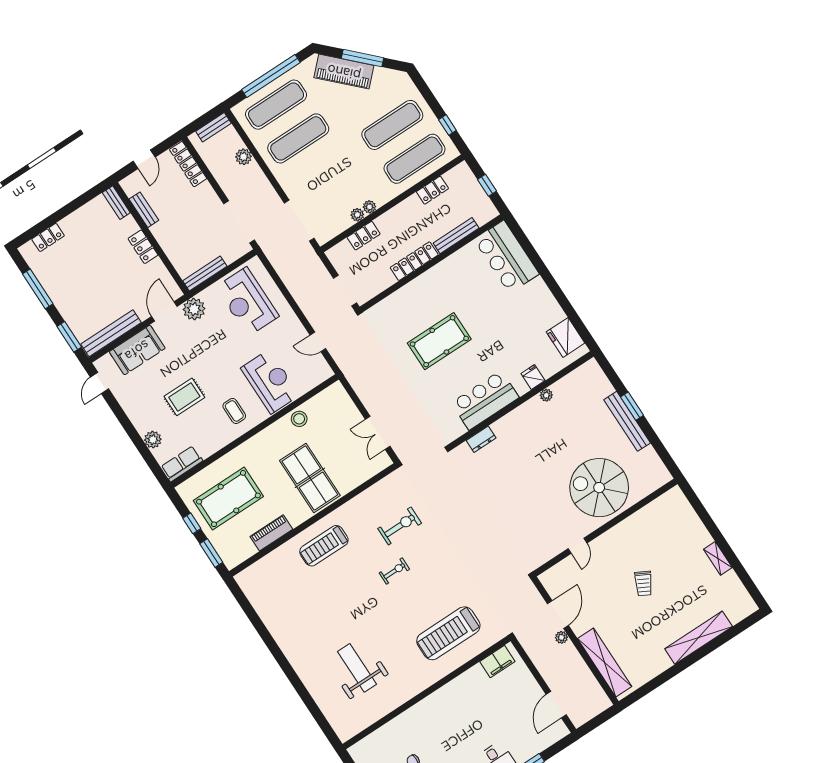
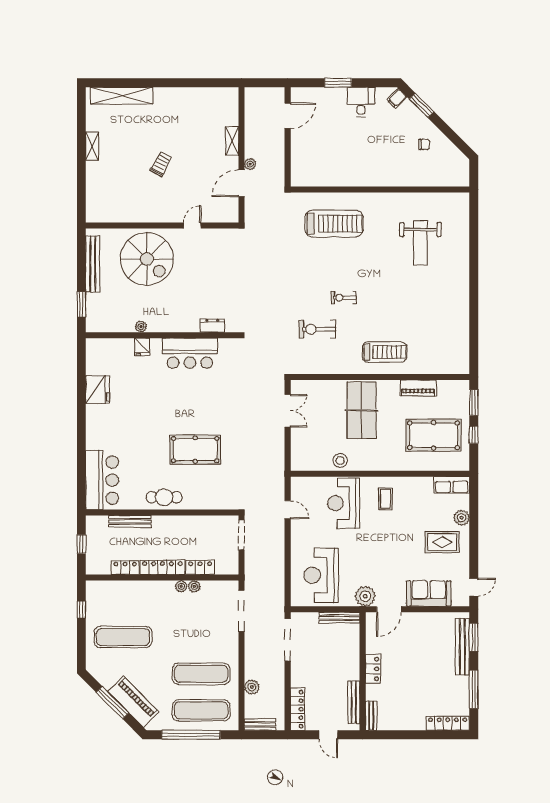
door: (144, 159) -> (328, 735), swing flipped
exercise mat: (415, 159) -> (123, 600), removed
bench: (144, 210) -> (354, 702), width x1.36
locker: (48, 237) -> (448, 723), width x1.53
locker: (414, 261) -> (162, 567), moved, turned 180
cafe table: (439, 278) -> (164, 497), added
reception desk: (247, 302) -> (321, 575), turned 180
bench: (111, 333) -> (462, 647), moved, turned 90
fridge: (533, 377) -> (142, 347), moved
plant: (546, 395) -> (141, 327), moved
rug: (184, 397) -> (442, 542), moved
bar counter: (485, 400) -> (190, 353), moved
wall: (522, 400) -> (162, 335), moved
bench: (627, 421) -> (93, 264), moved
dresser: (481, 439) -> (212, 326), moved
shelving: (699, 638) -> (122, 96), moved
filing cabinet: (497, 662) -> (311, 178), removed
shelving: (605, 663) -> (232, 141), width x0.45, depth x0.75

